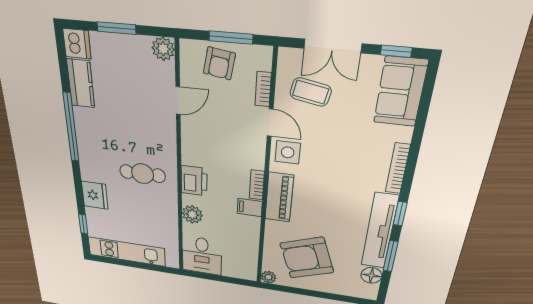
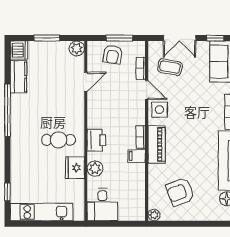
fridge: (95, 195) -> (75, 168), moved, turned 180
armchair: (307, 258) -> (180, 192), width x0.73, depth x0.73

